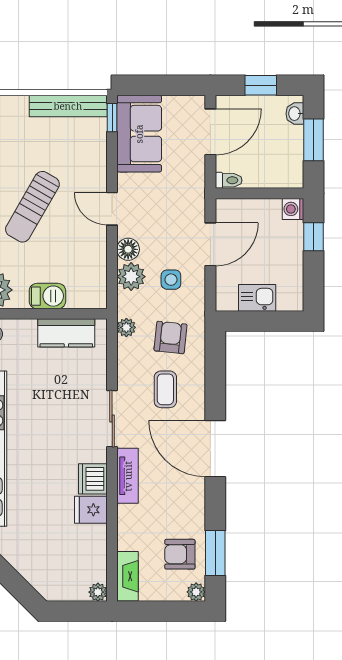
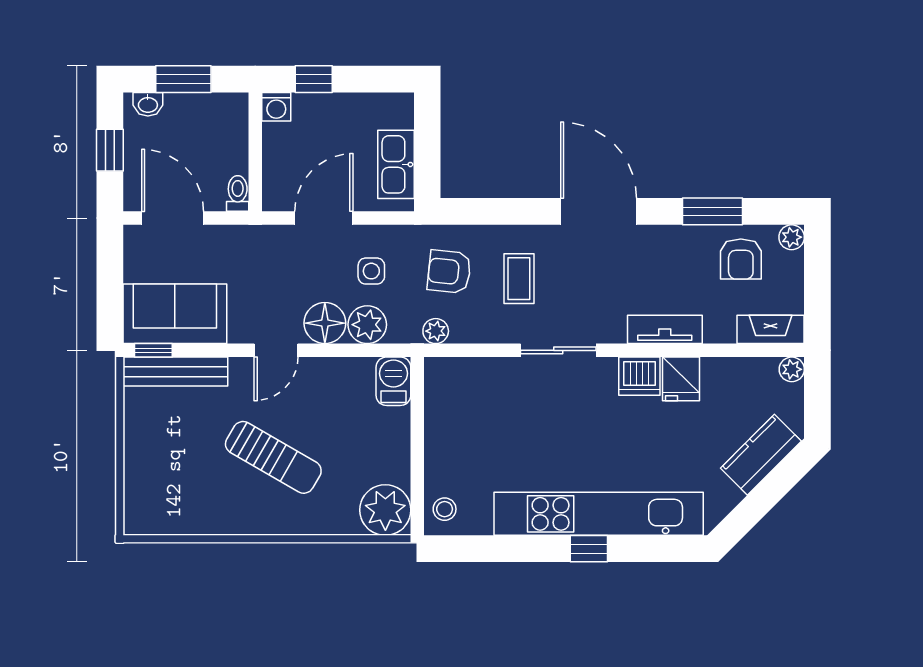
bench: (68, 106) -> (175, 372), moved, turned 90
door: (210, 244) -> (324, 218), hinge flipped
floor lamp: (128, 249) -> (325, 323), width x1.38, depth x1.38
barbecue: (47, 296) -> (393, 381), moved
kitchen sink: (257, 298) -> (396, 164), width x1.38
kitchen counter: (66, 333) -> (761, 455), moved, turned -135
coffee table: (165, 389) -> (519, 279), turned 90
door: (215, 449) -> (599, 211), swing flipped
tv unit: (128, 476) -> (665, 329), moved
window: (215, 553) -> (712, 211), moved

